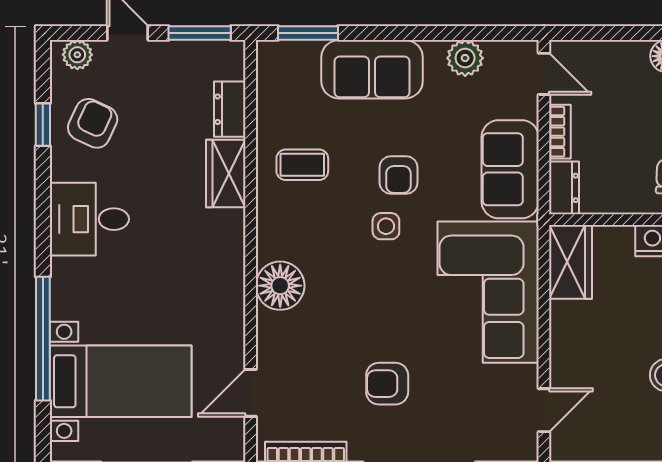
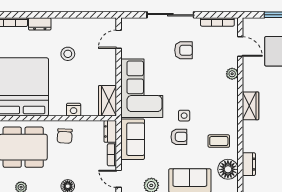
wardrobe: (226, 174) -> (251, 106), moved
armchair: (398, 175) -> (179, 137), turned 90
floor lamp: (280, 286) -> (228, 169), moved
plant: (270, 327) -> (232, 74), added
door: (251, 393) -> (240, 46), hinge flipped

